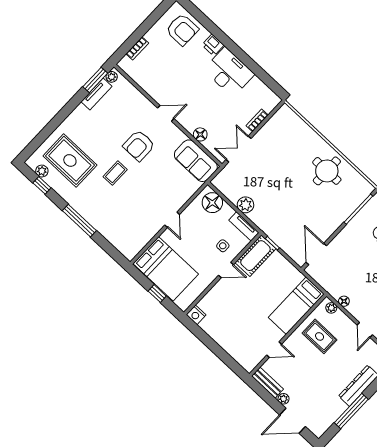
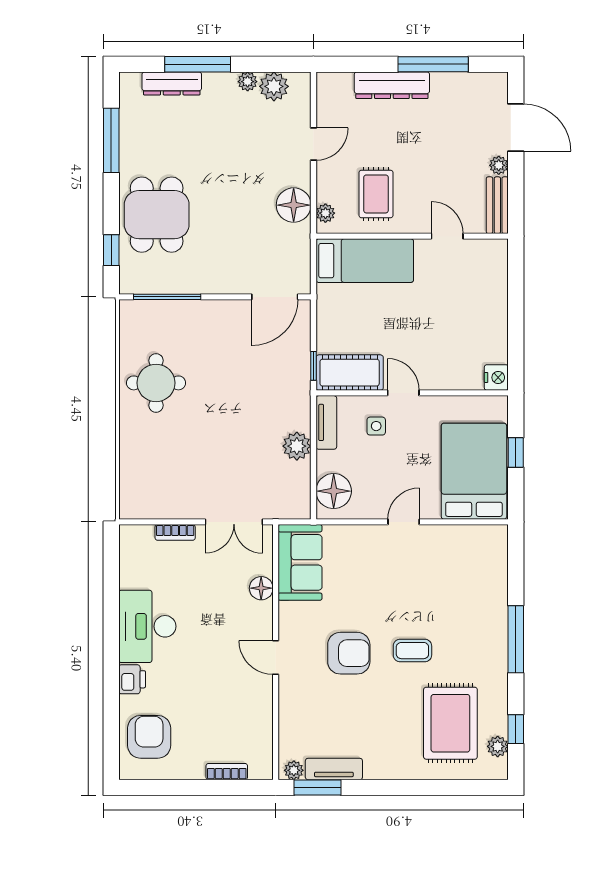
floor lamp: (344, 301) -> (294, 205), width x1.89, depth x1.89

